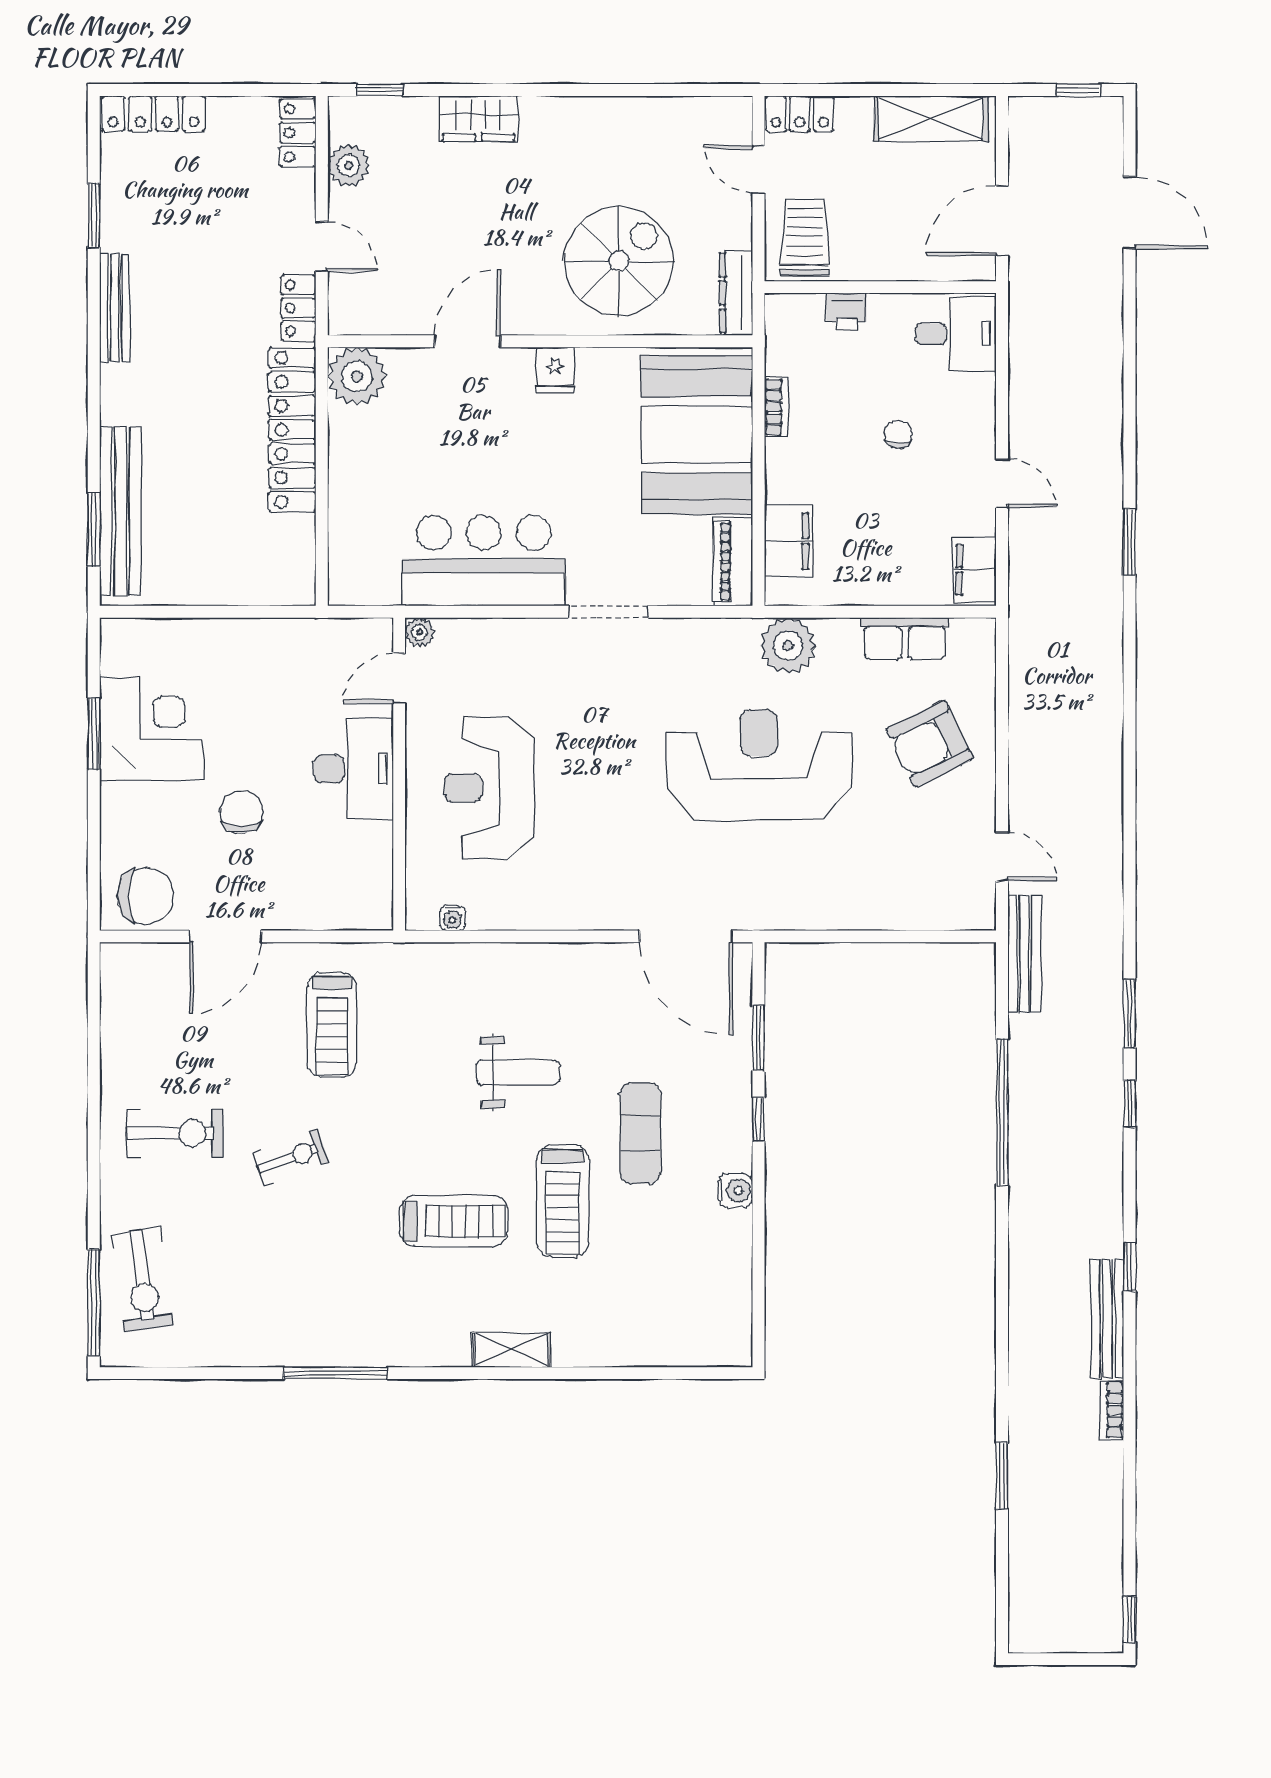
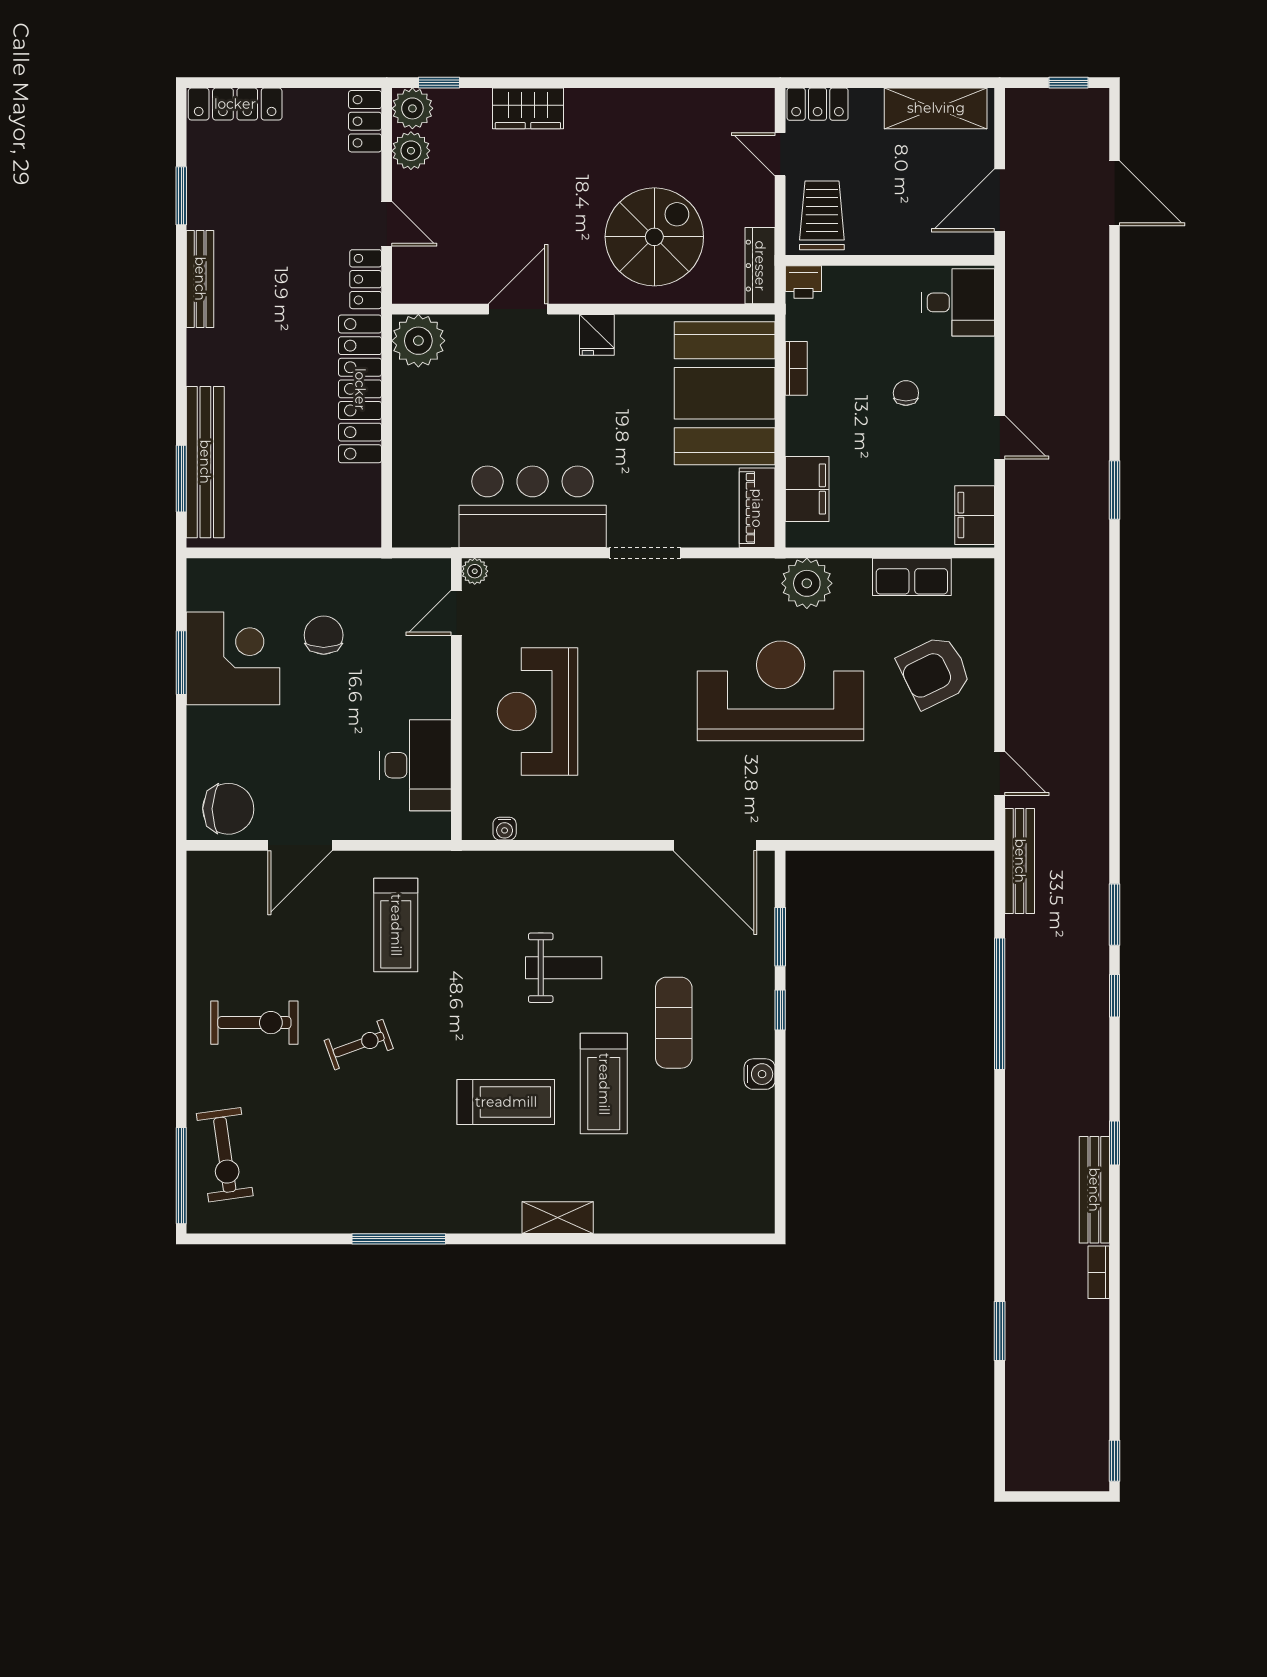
plant: (350, 119) -> (412, 108), added
printer: (846, 311) -> (803, 282), moved
desk: (354, 769) -> (415, 765), moved
chair: (241, 812) -> (324, 635), moved

